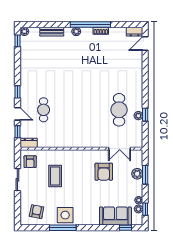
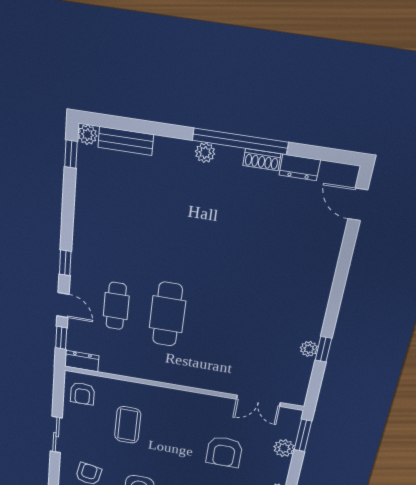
bench: (52, 32) -> (126, 141), moved
dresser: (134, 32) -> (300, 167), moved
door: (145, 44) -> (358, 204), hinge flipped
cafe table: (119, 110) -> (167, 314), moved
armchair: (104, 172) -> (224, 452), moved
window: (145, 175) -> (303, 435), moved
sliding door: (17, 180) -> (56, 435), moved

